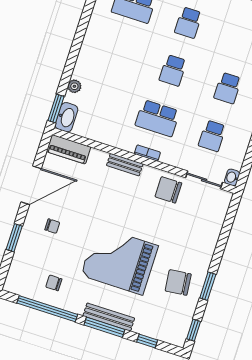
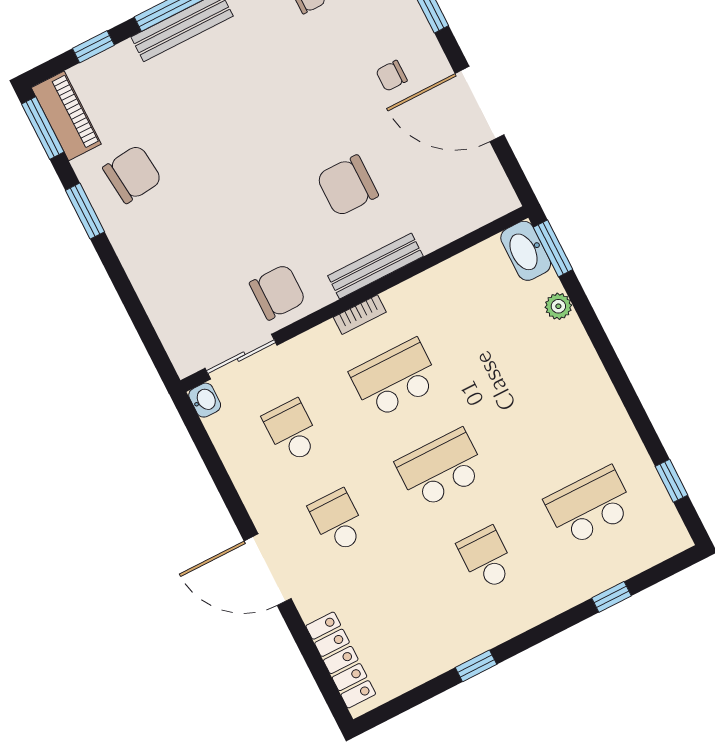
school desk: (173, 70) -> (441, 469), width x1.85
piano: (69, 149) -> (66, 116), moved, turned 90
bench: (125, 165) -> (375, 266), width x1.36
door: (31, 185) -> (480, 104), hinge flipped
chair: (106, 203) -> (347, 186), added
grand piano: (119, 261) -> (247, 122), removed
window: (194, 330) -> (43, 128), width x1.50

